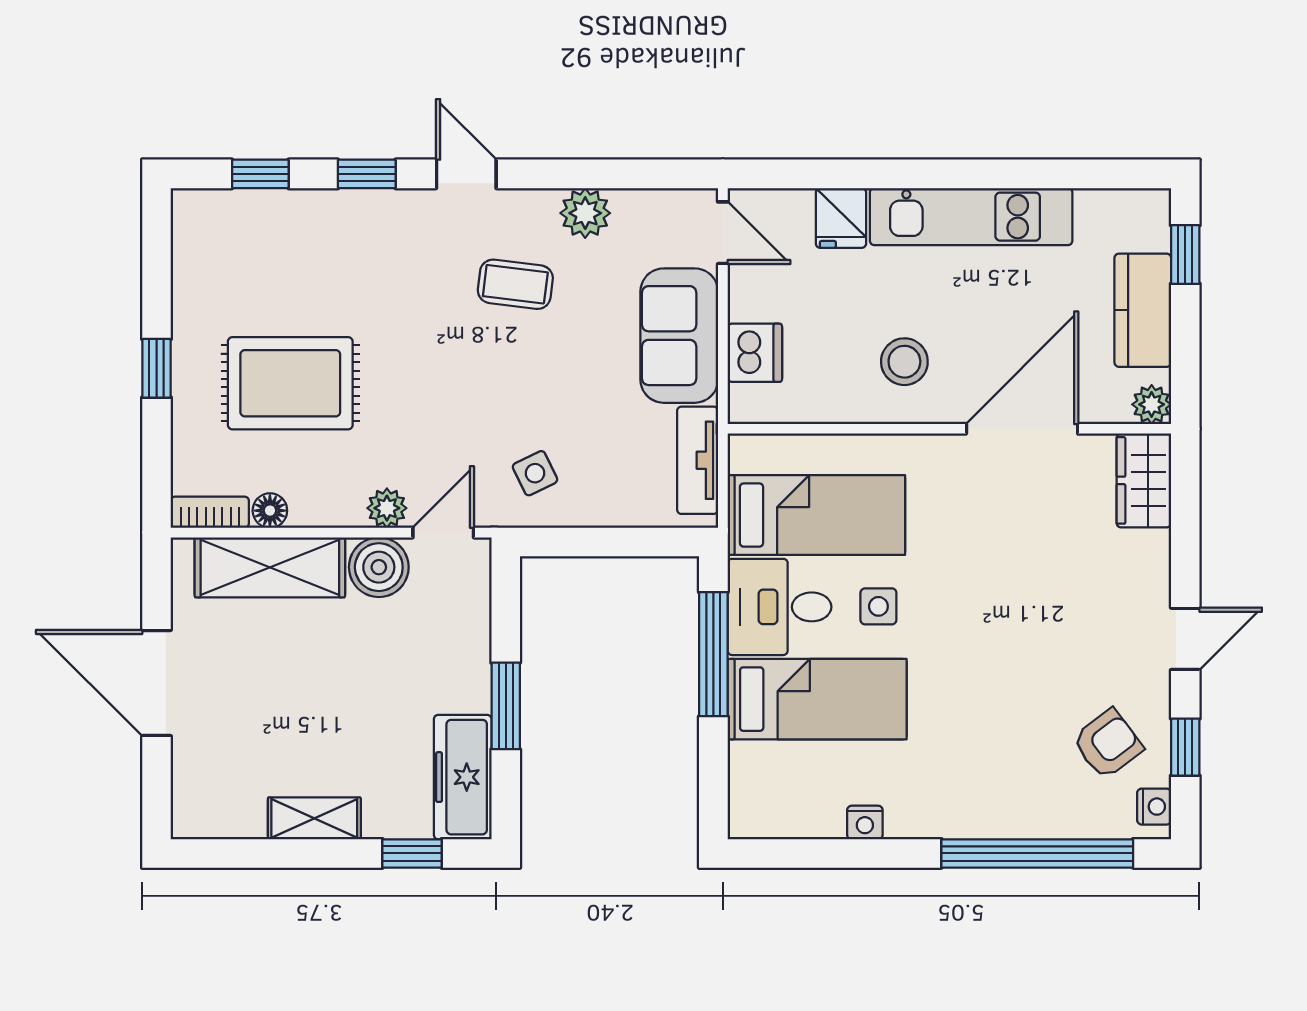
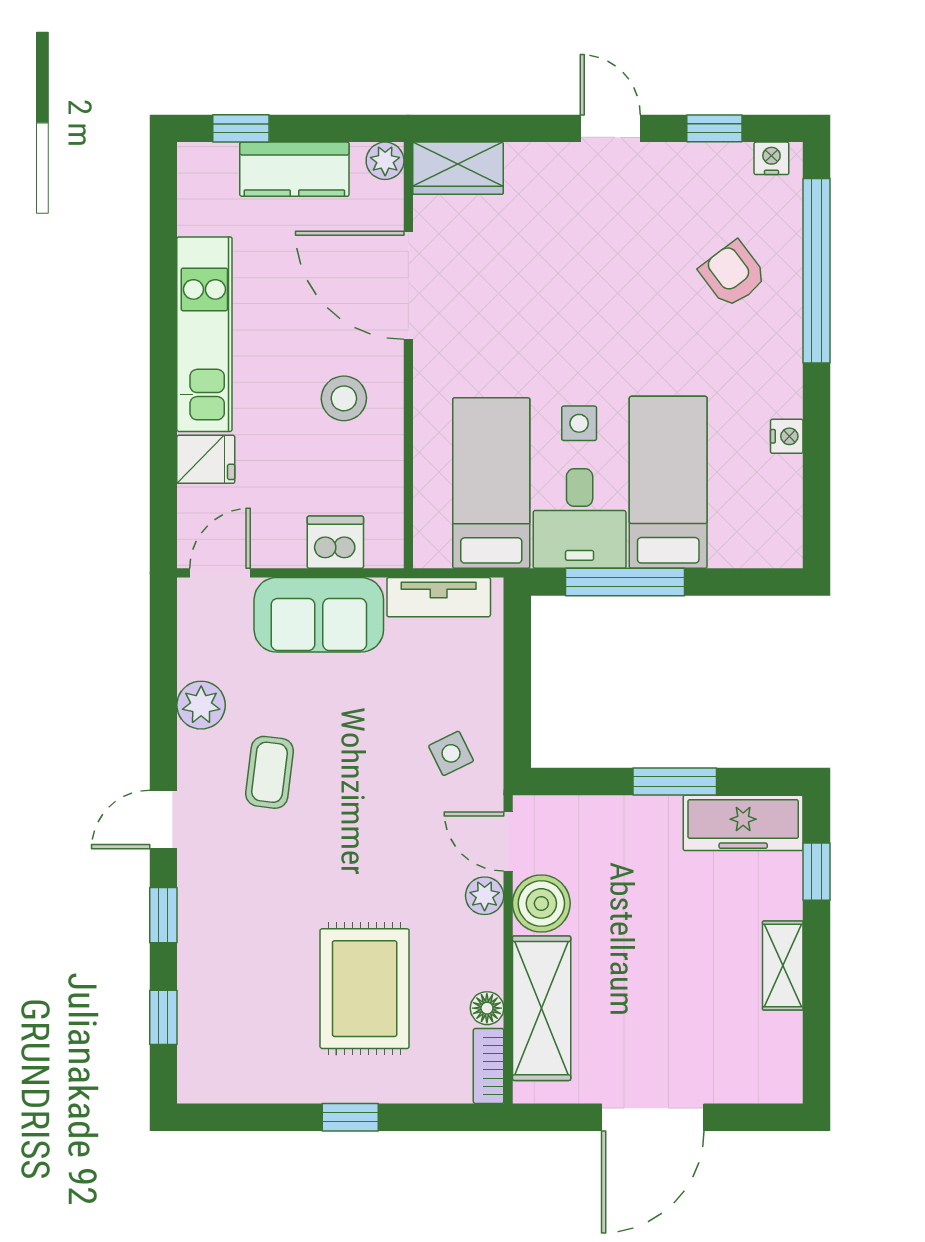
armchair: (1108, 744) -> (733, 274), moved

